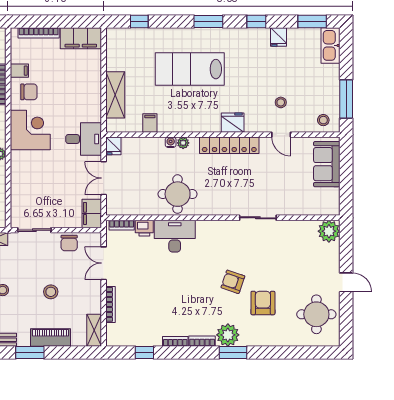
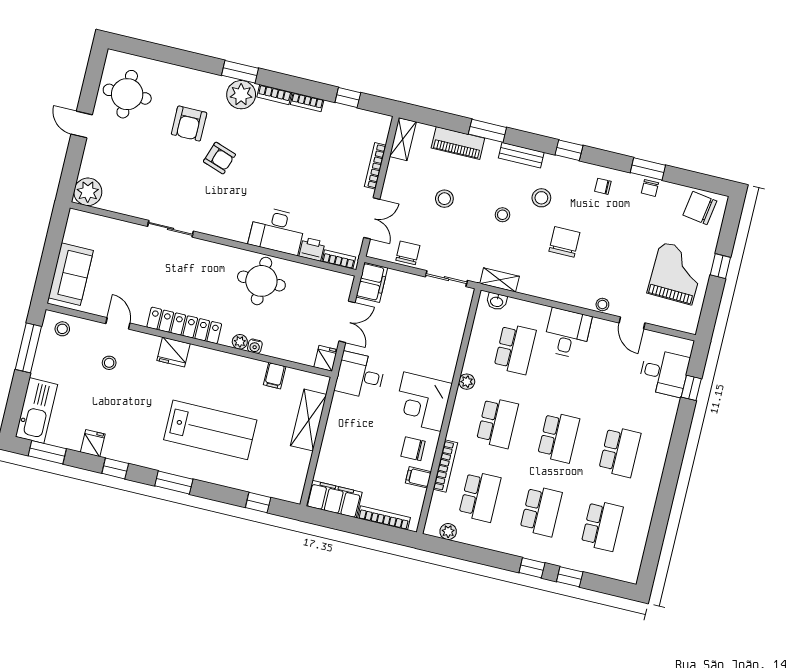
kitchen sink: (331, 45) -> (36, 410), width x1.36, depth x1.24

